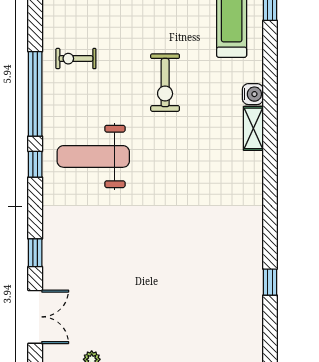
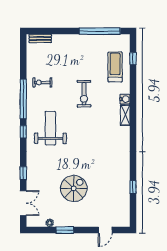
weight bench: (93, 156) -> (50, 128), turned 90
spiral stairs: (143, 285) -> (74, 188), added

